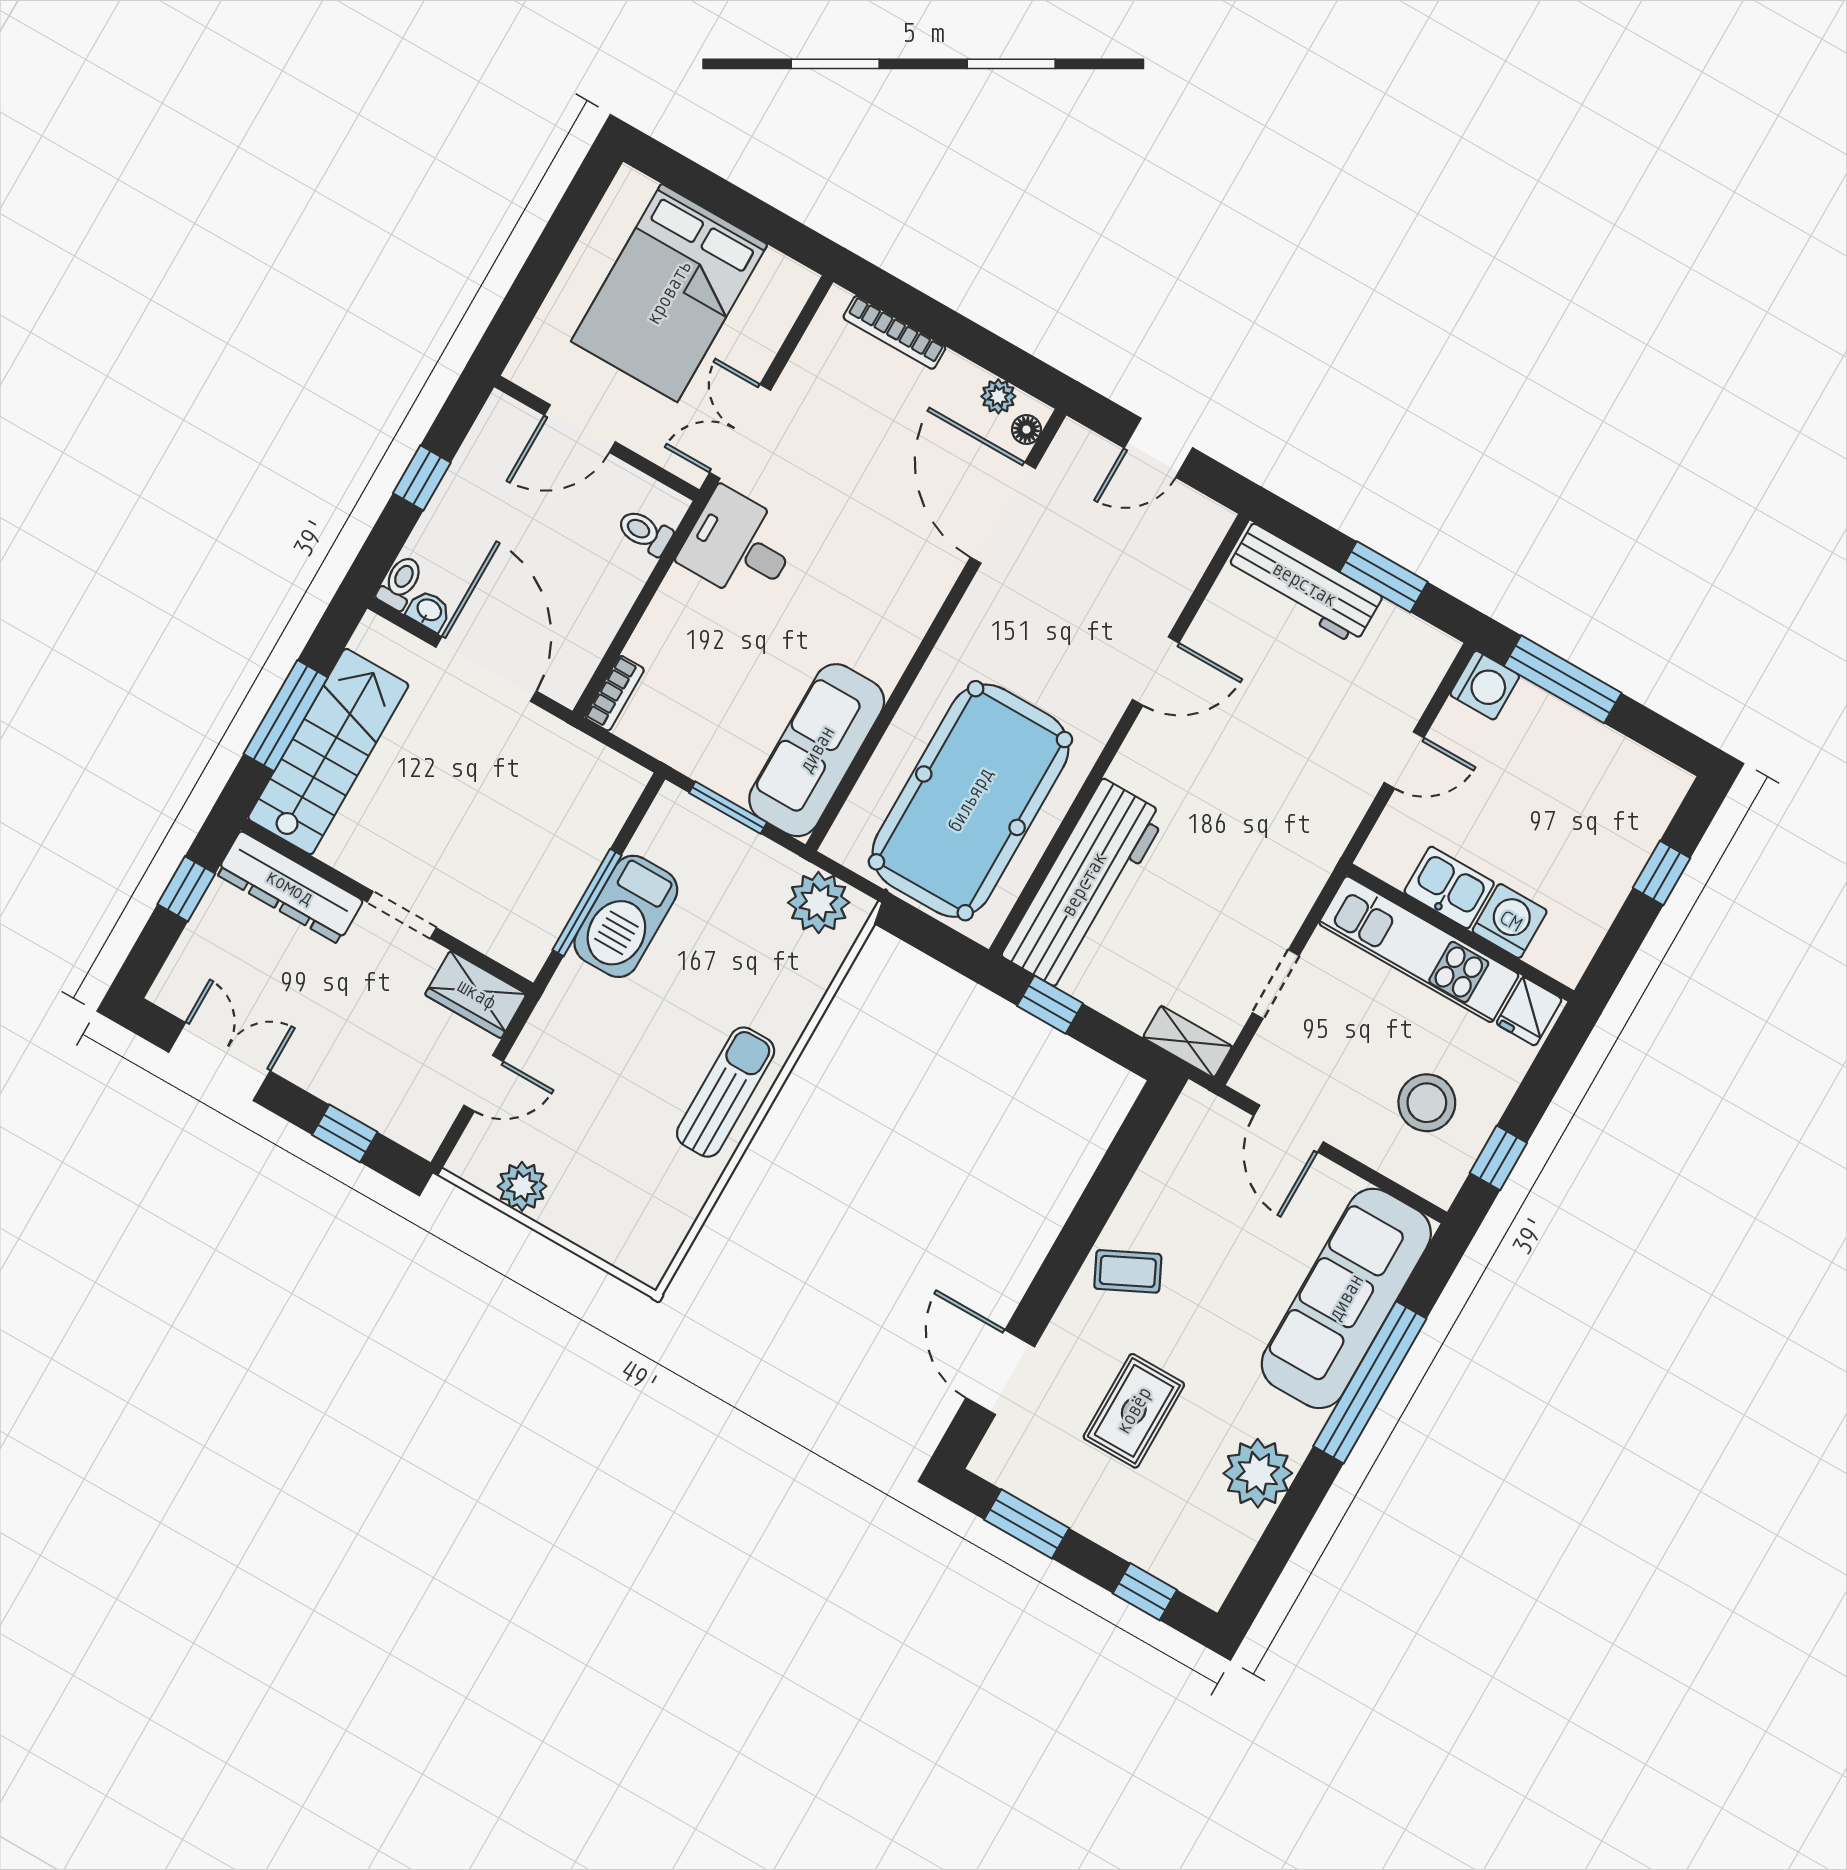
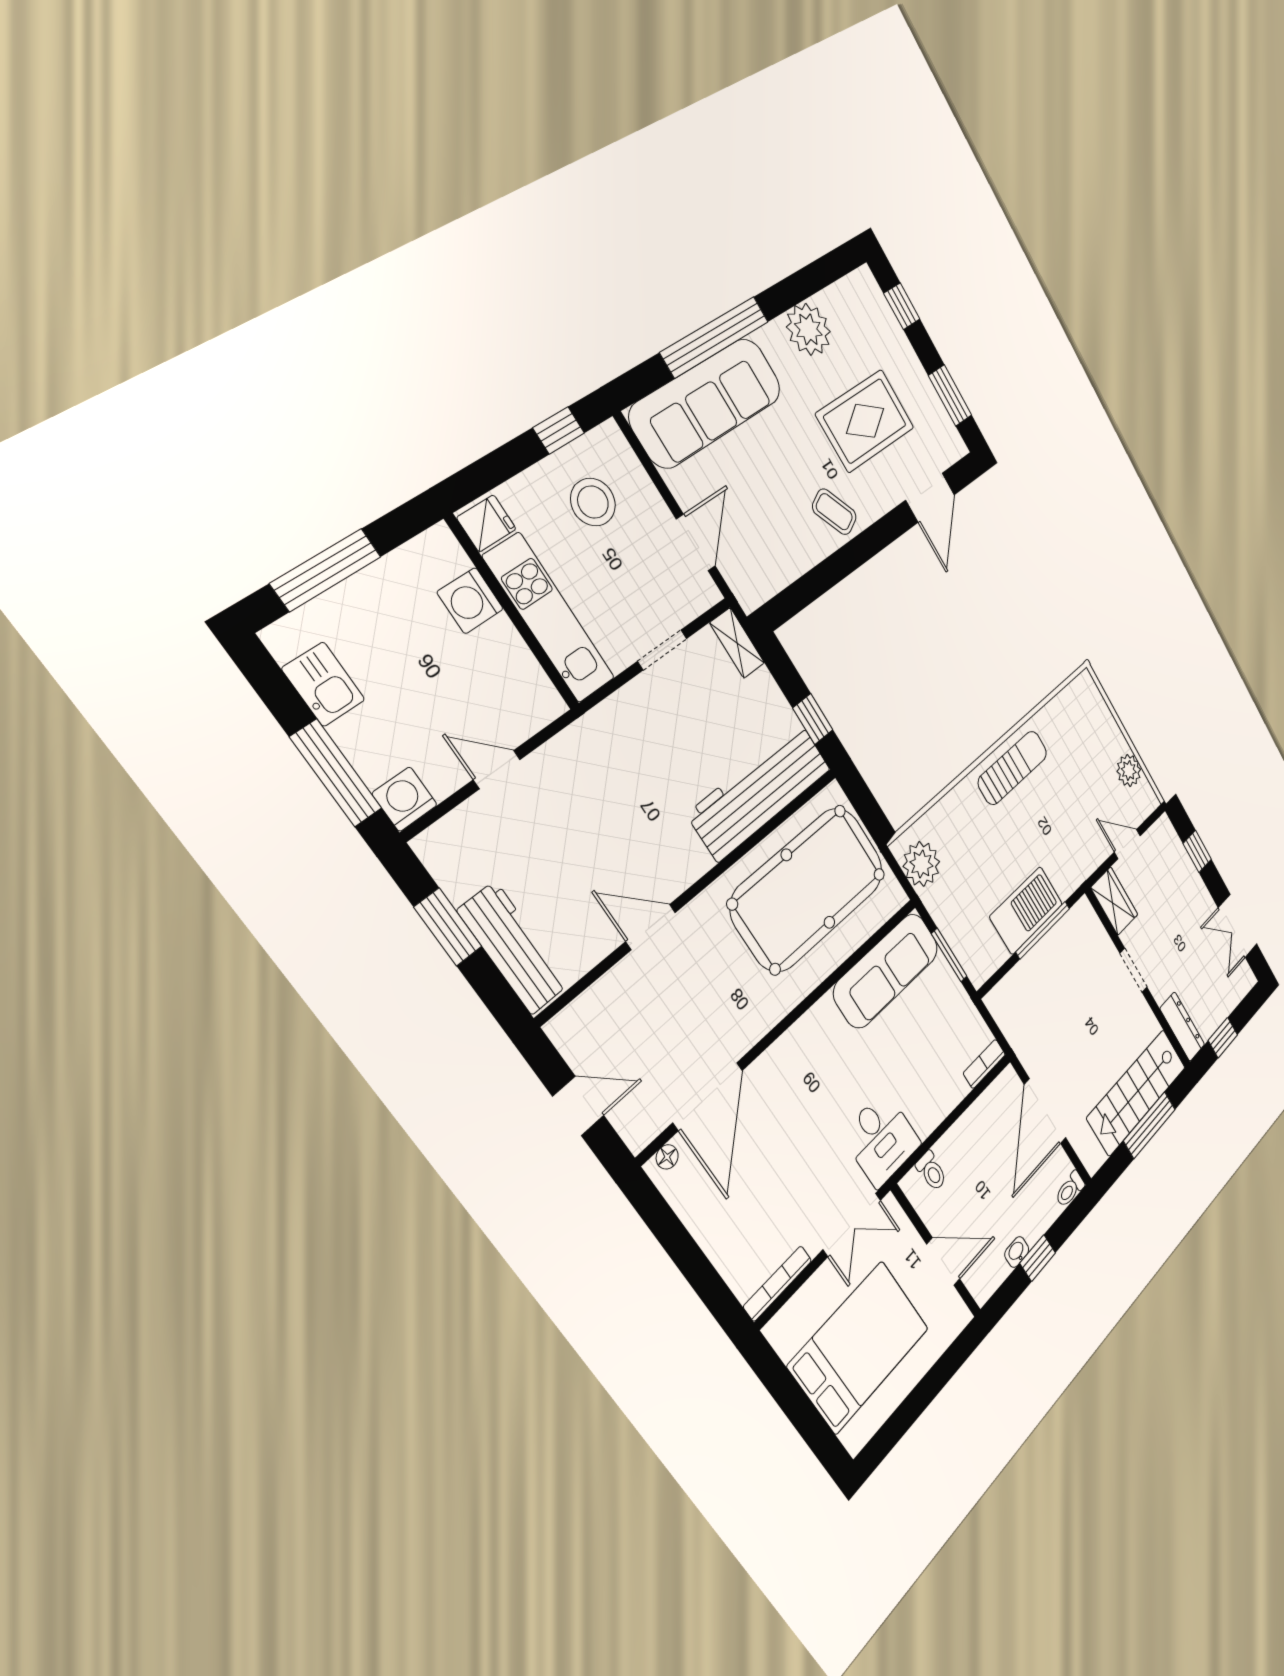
bookcase: (894, 332) -> (778, 1283), moved, turned -90
plant: (998, 396) -> (677, 1191), removed
washbasin: (429, 611) -> (1017, 1252), moved, turned 90
window: (1662, 873) -> (326, 570), width x2.17
dresser: (289, 887) -> (1182, 1027), width x0.73, depth x0.80
kitchen sink: (1449, 888) -> (323, 684), moved, turned 180
sun lounger: (726, 1092) -> (1013, 768), turned 180
rug: (1134, 1411) -> (865, 421), width x1.36, depth x1.43

